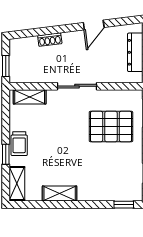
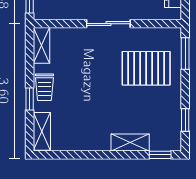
shelving: (30, 97) -> (41, 45), moved, turned 90
shelving: (60, 194) -> (130, 142), moved

